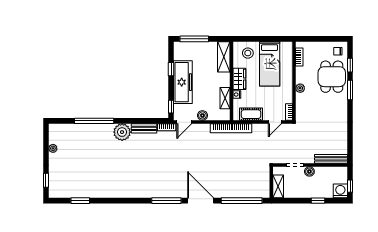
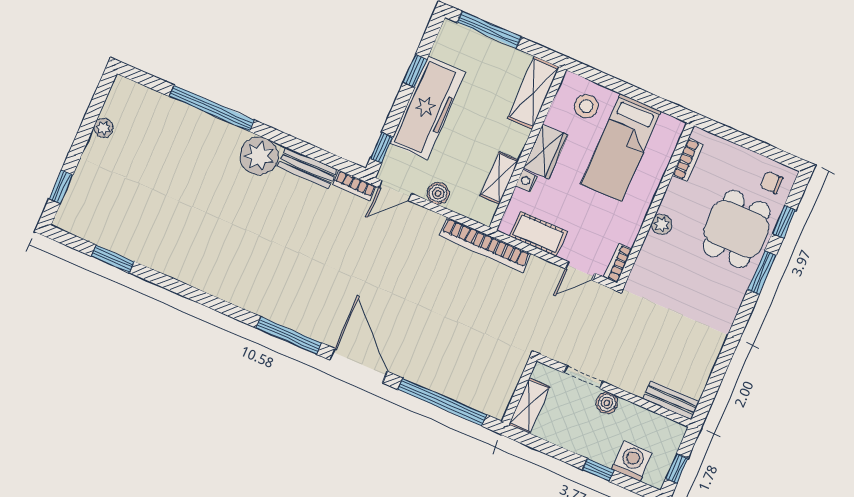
bench: (331, 159) -> (671, 400), width x0.73
washing machine: (340, 191) -> (632, 461), moved

